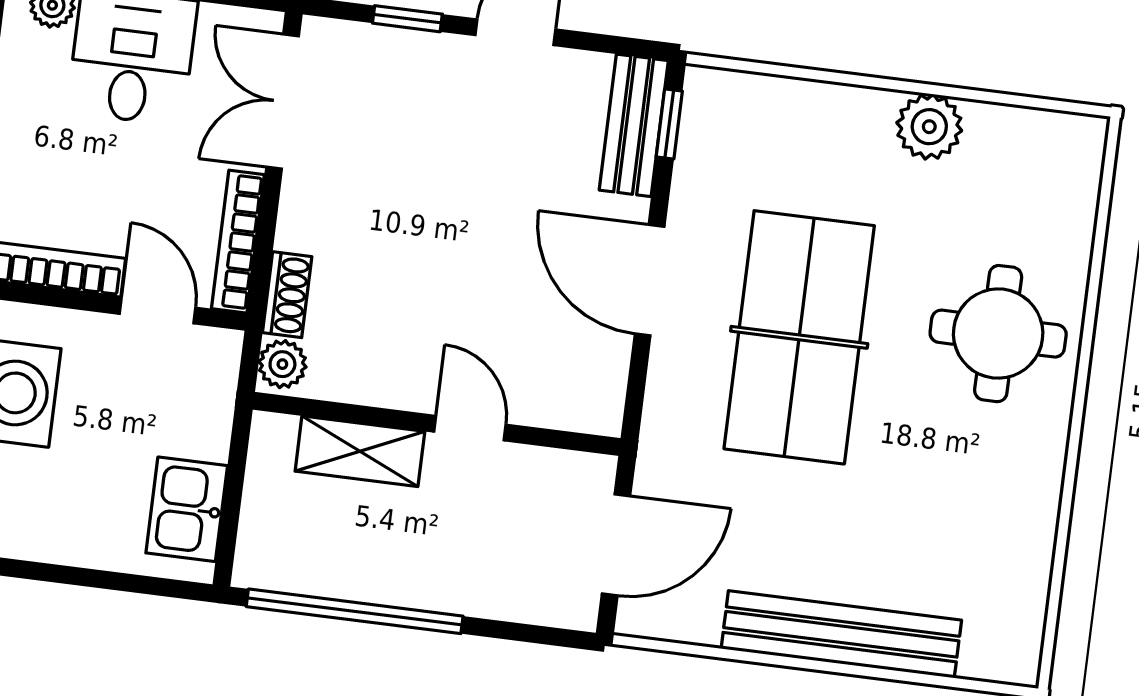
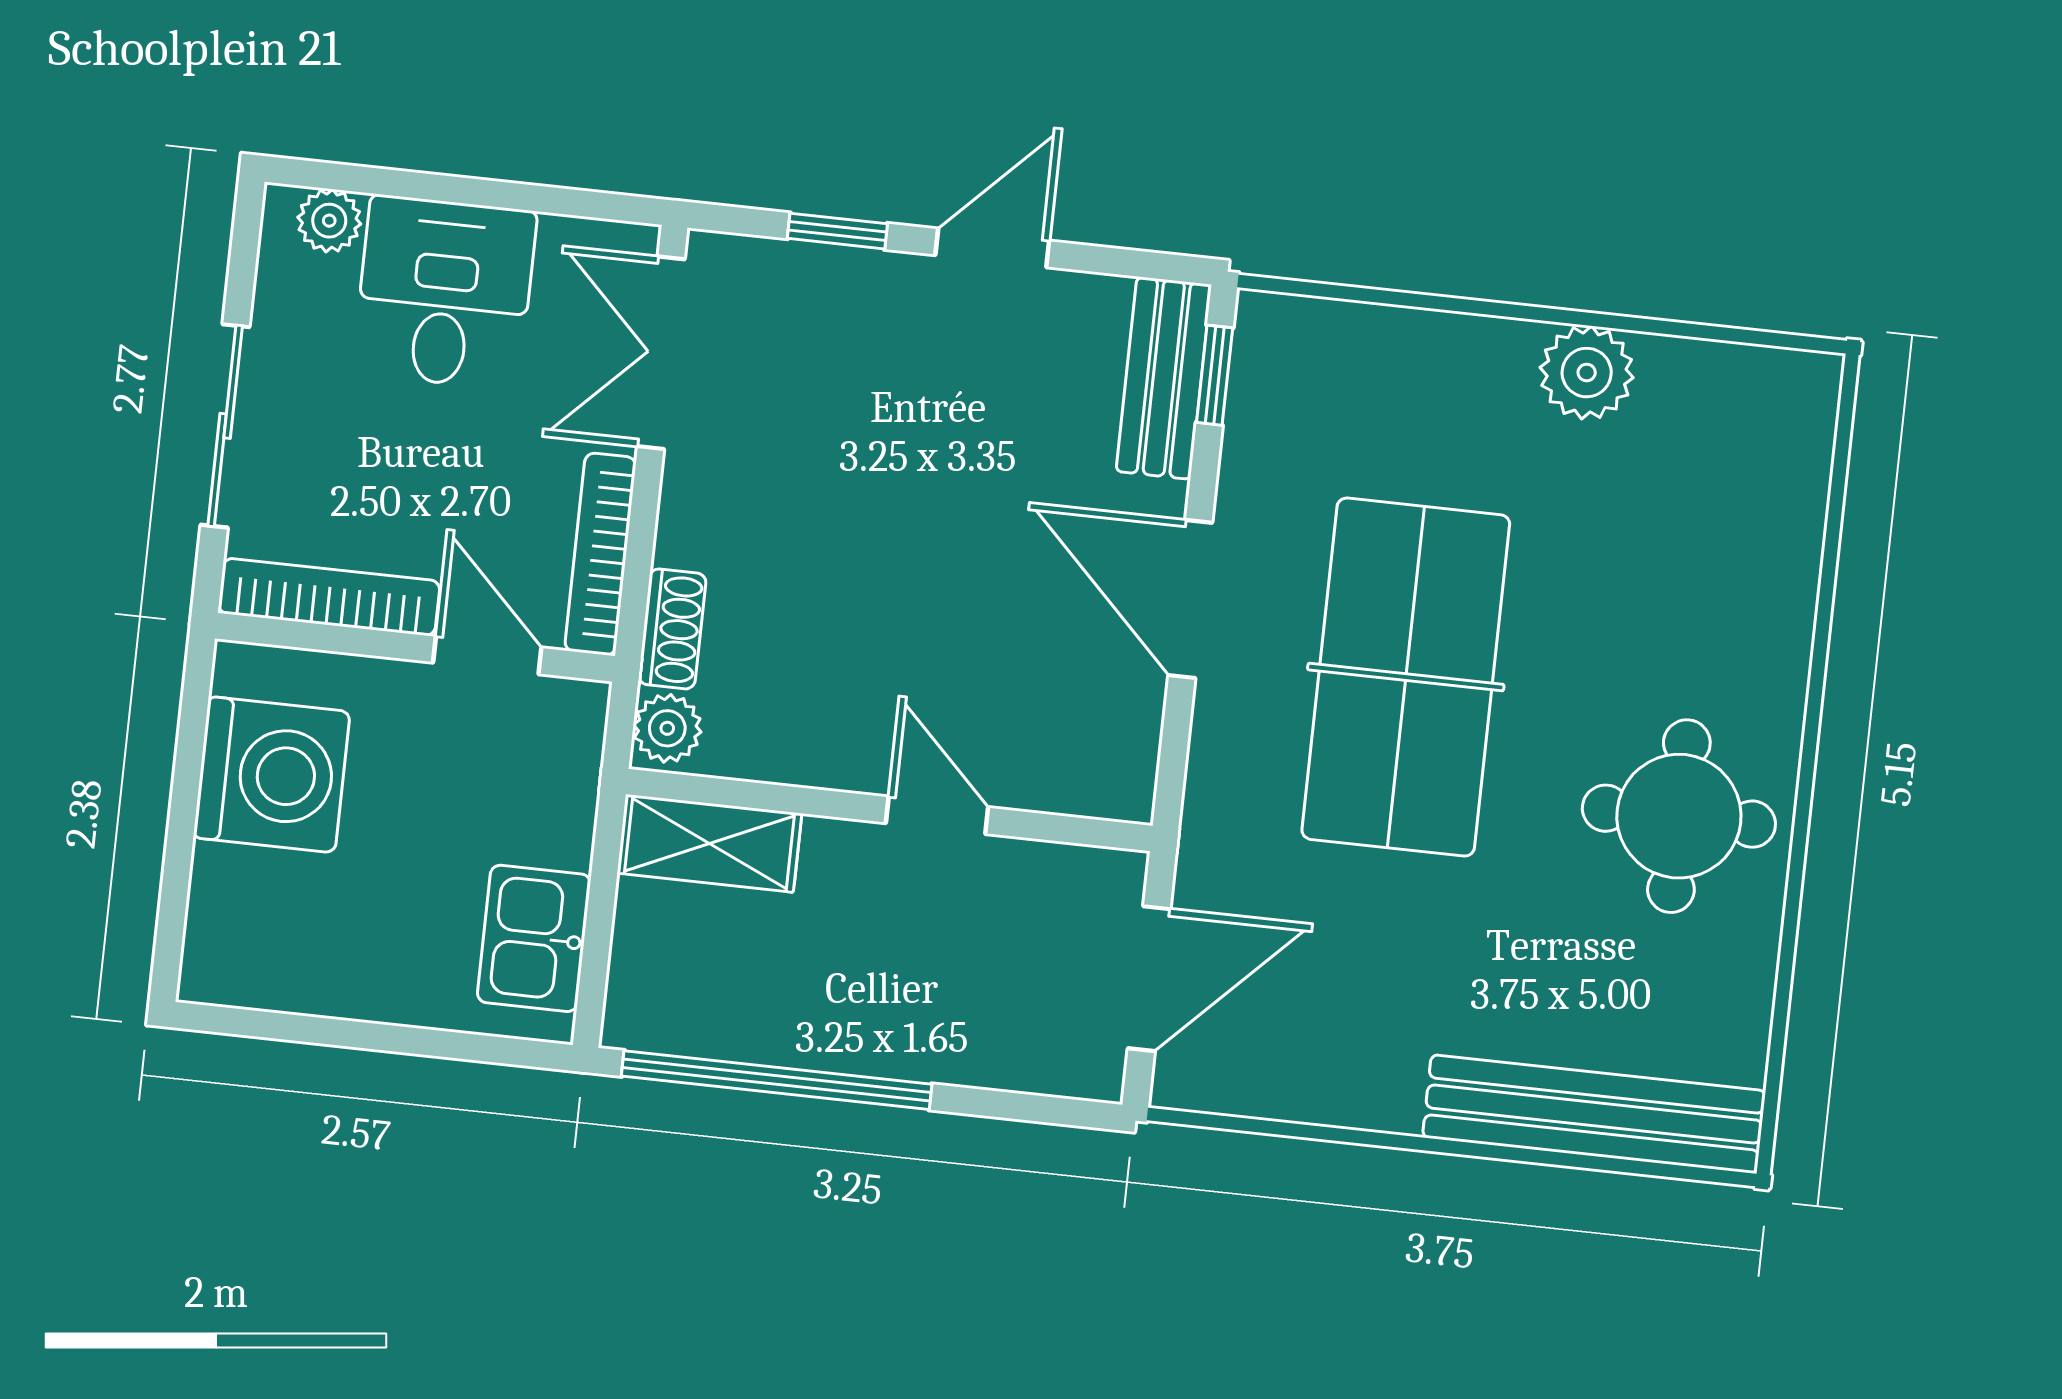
round table: (998, 334) -> (1679, 816), moved
shelving: (360, 451) -> (709, 843), moved
bench: (841, 634) -> (1594, 1114), moved

